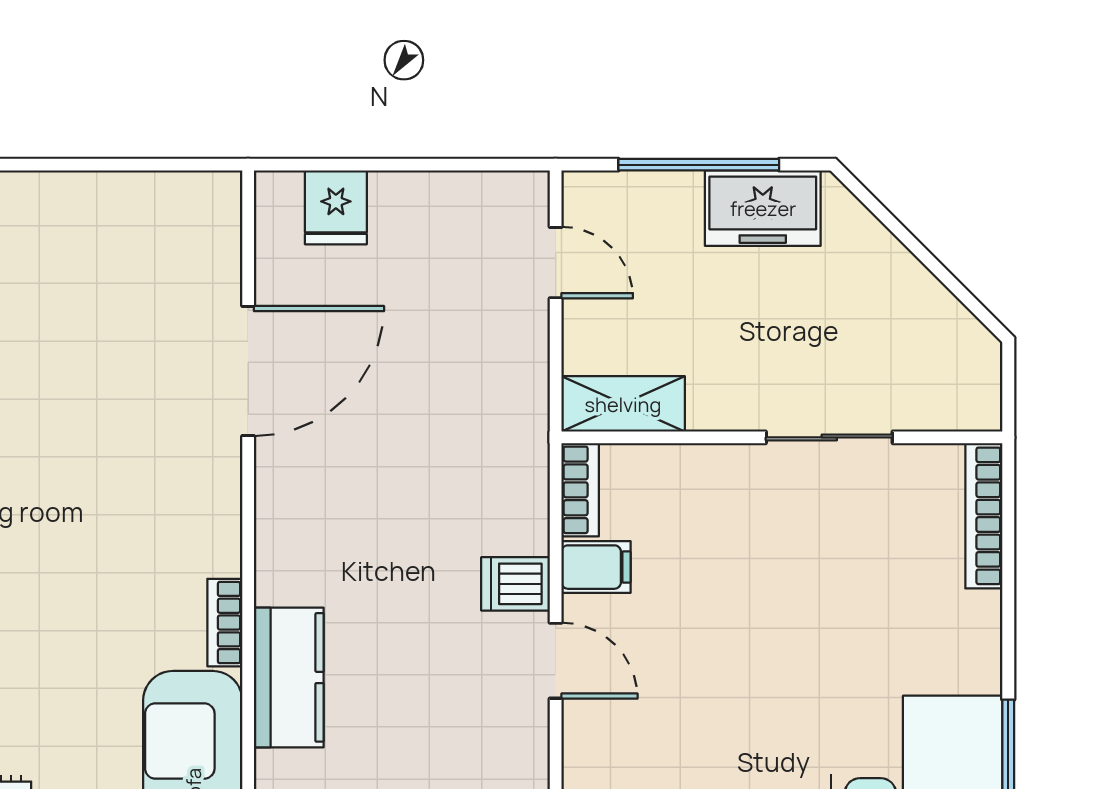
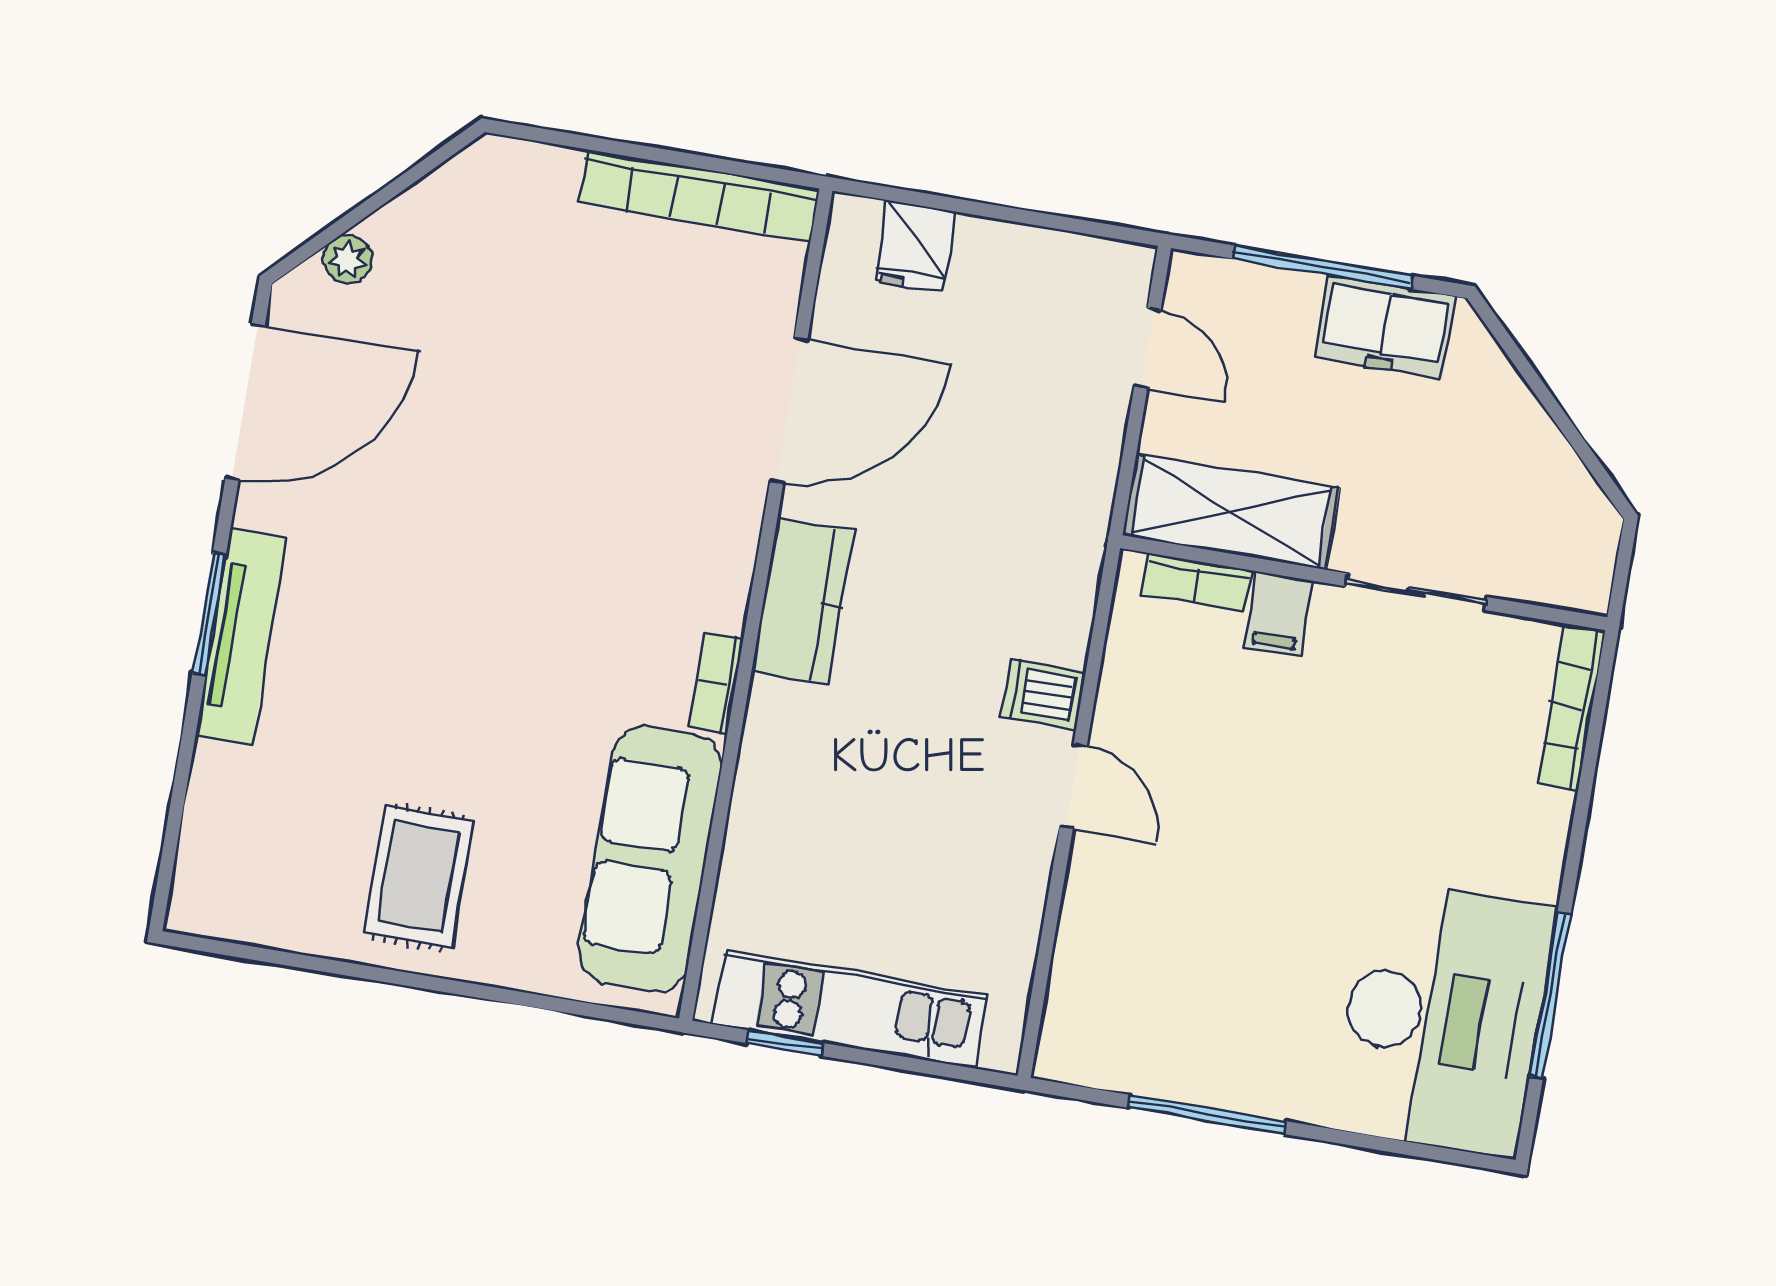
bookcase: (137, 194) -> (699, 195), added
shelving: (623, 404) -> (1231, 512), width x1.50, depth x1.33
bookcase: (580, 490) -> (1197, 582), moved, turned 90
filing cabinet: (596, 567) -> (1279, 614), moved, turned 90
kitchen counter: (289, 677) -> (803, 601), moved

